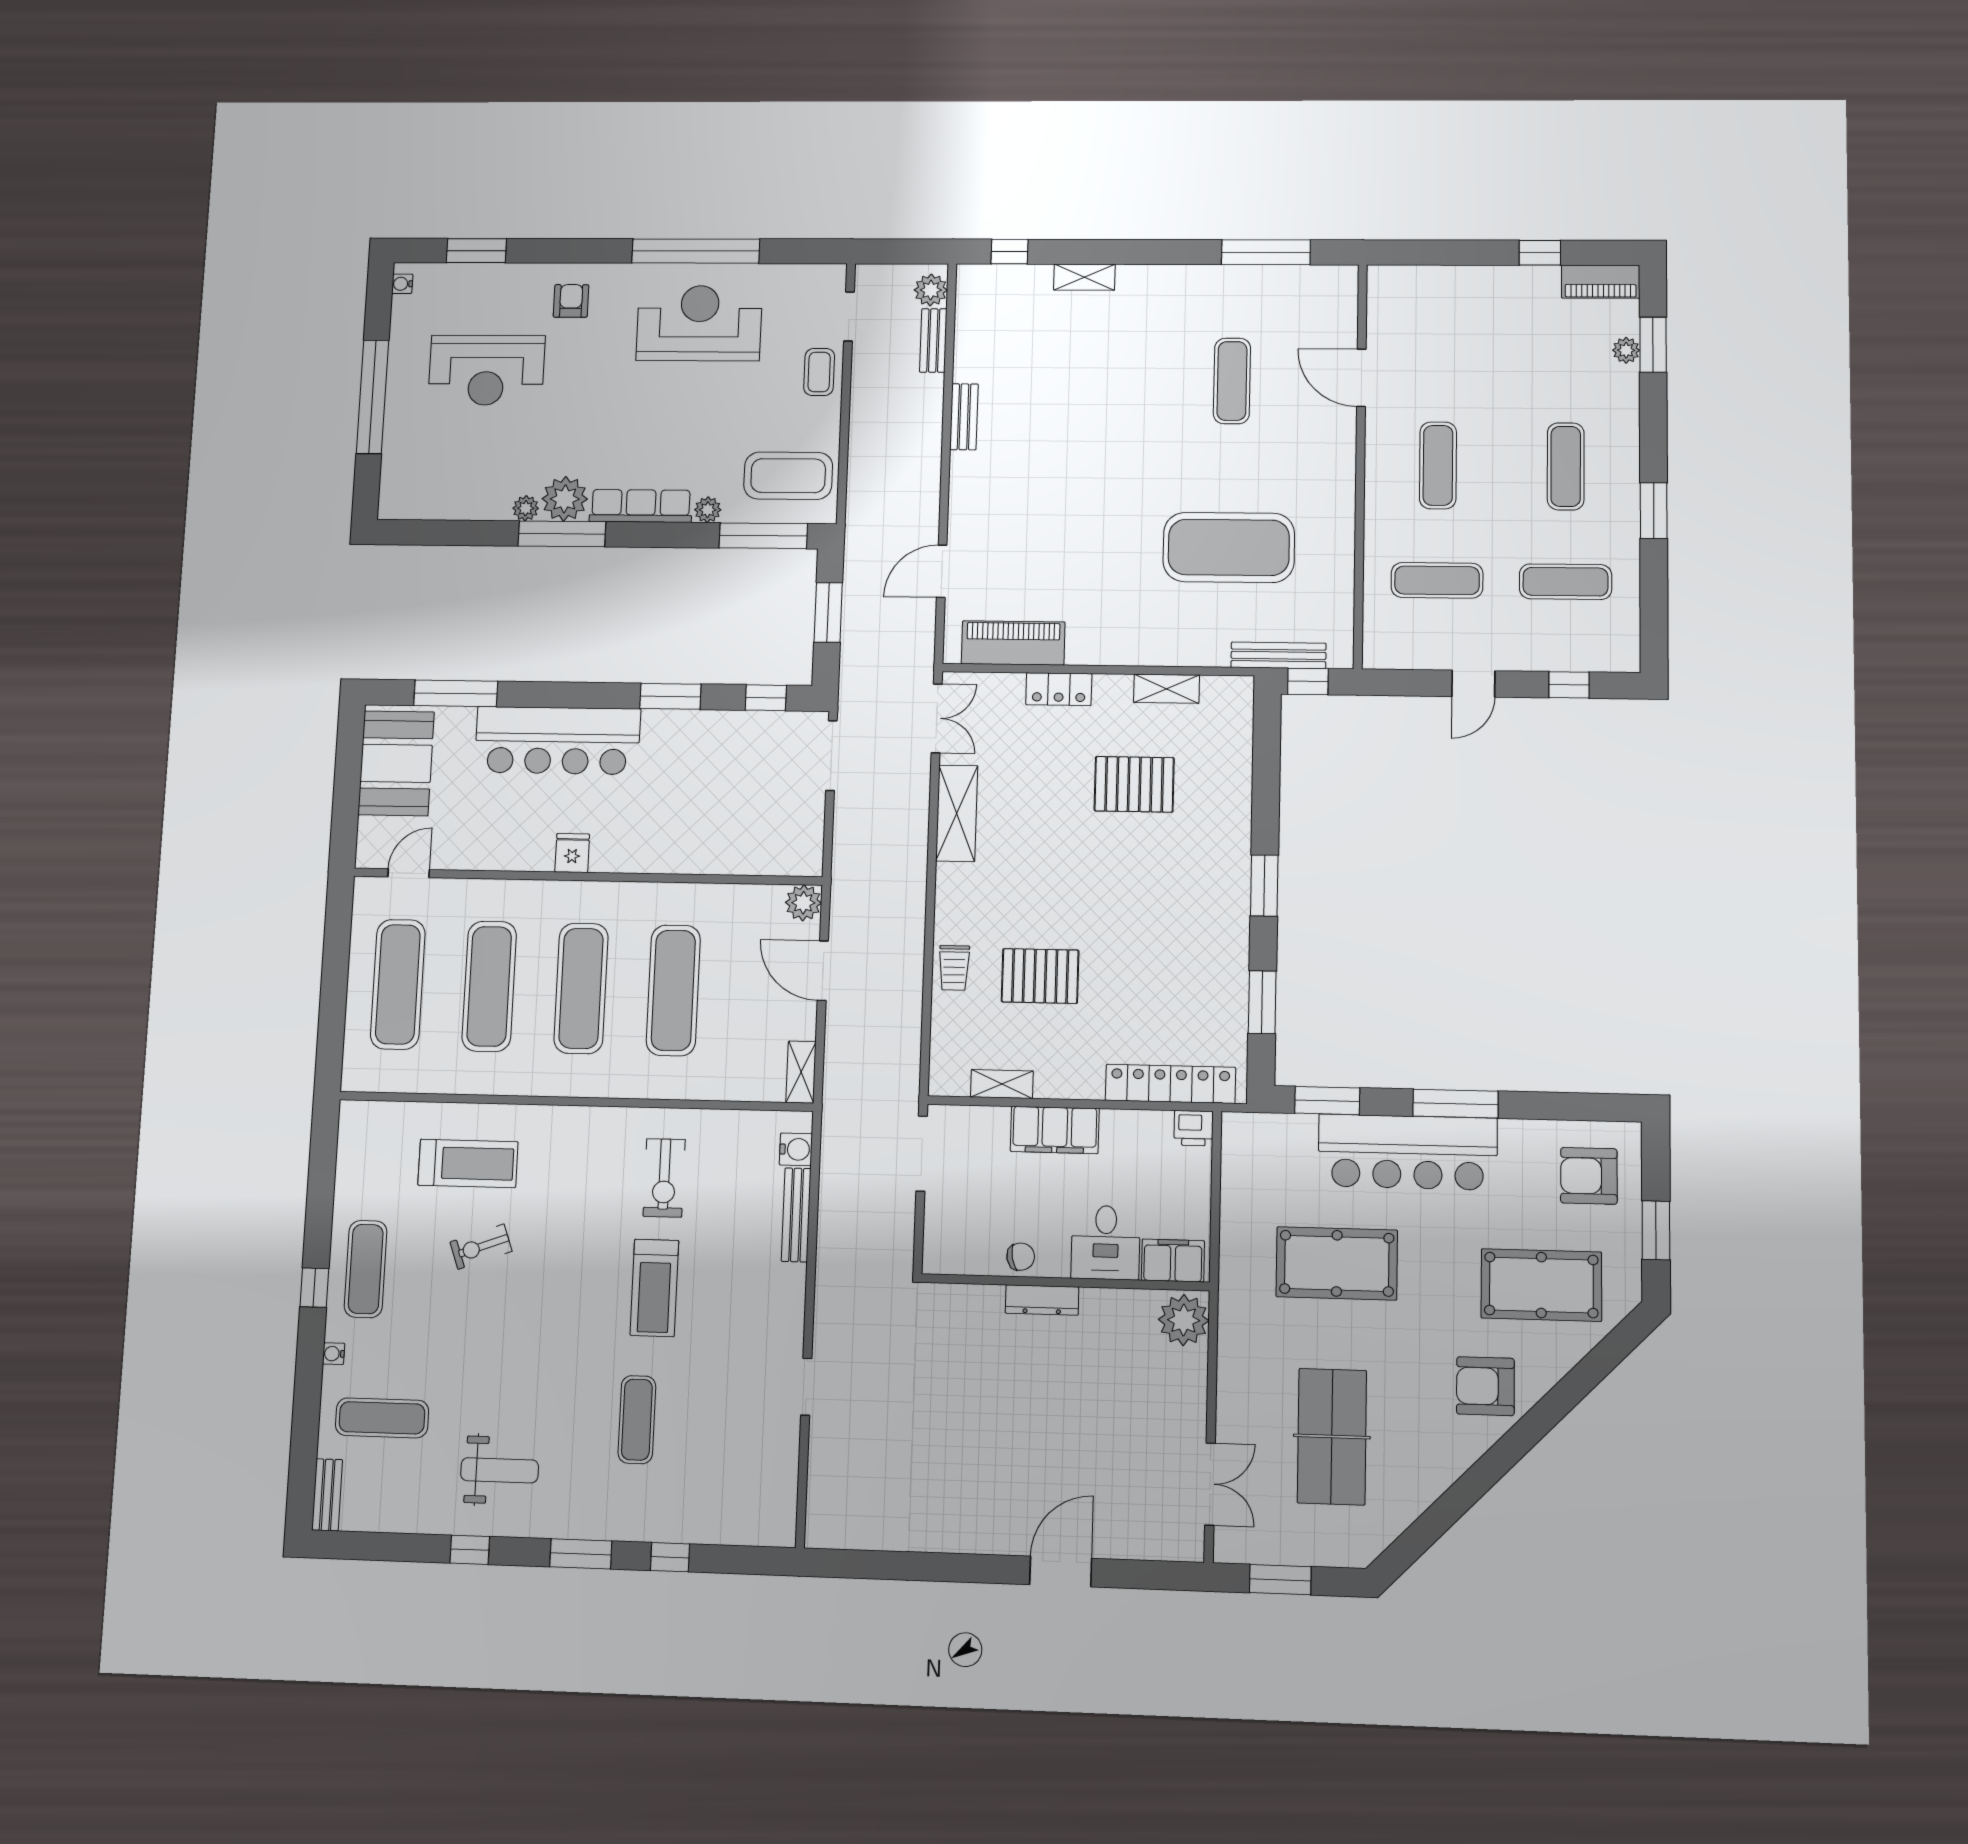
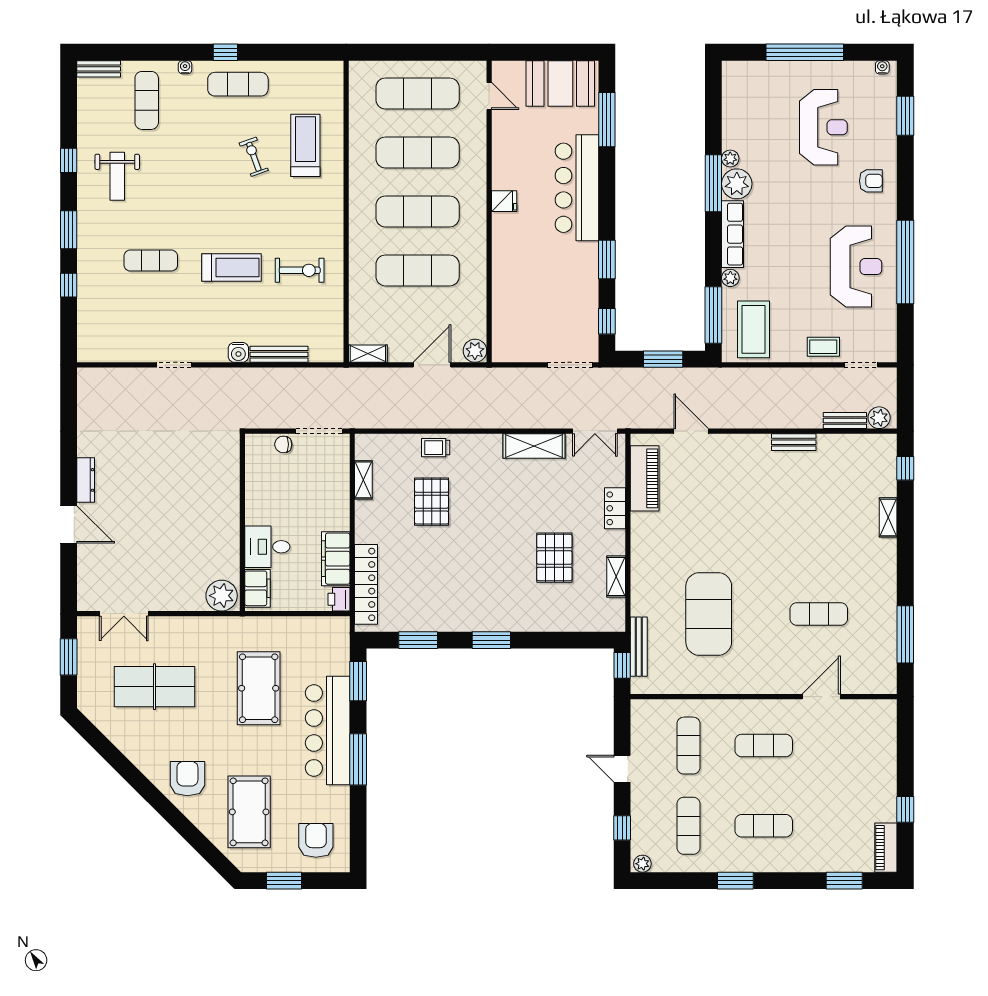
plant: (1626, 350) -> (642, 864), moved
reception desk: (487, 370) -> (823, 127), turned 180
filing cabinet: (1055, 1130) -> (336, 559), moved
water cooler: (796, 1149) -> (238, 352), moved
treadmill: (468, 1163) -> (305, 145), turned 180
exercise bike: (664, 1178) -> (300, 270), turned 180
chair: (1021, 1257) -> (283, 444), moved, turned 101
treadmill: (654, 1288) -> (232, 267), turned 180
dresser: (1042, 1300) -> (86, 480), moved, turned 180

